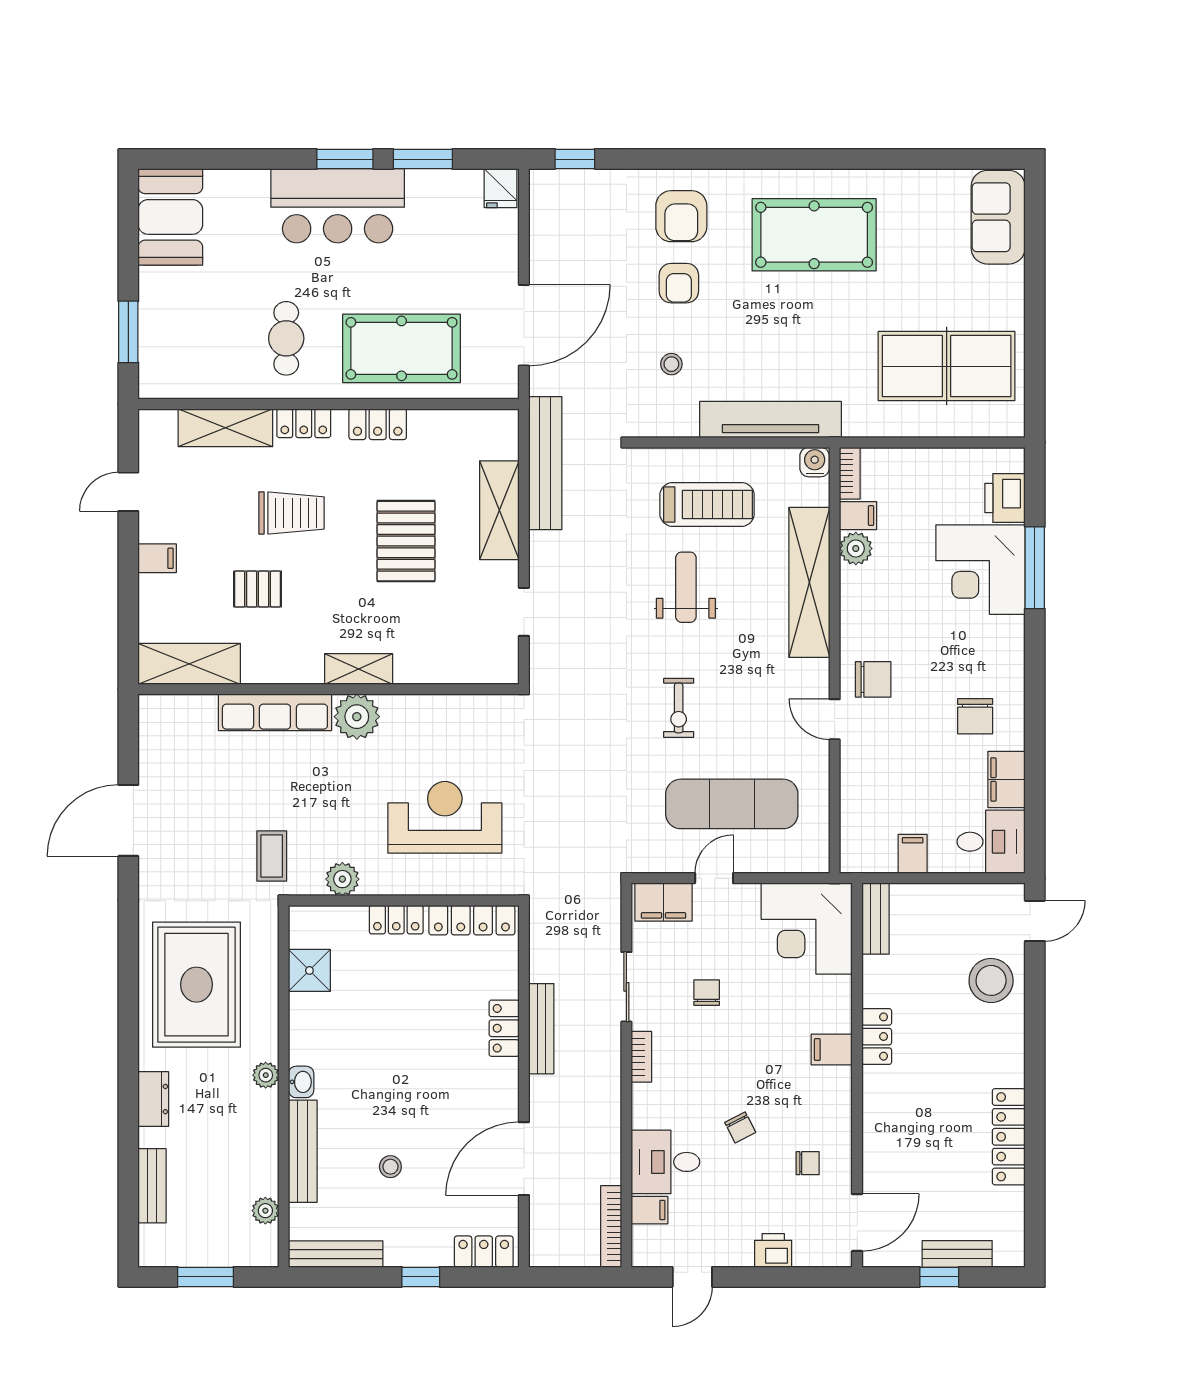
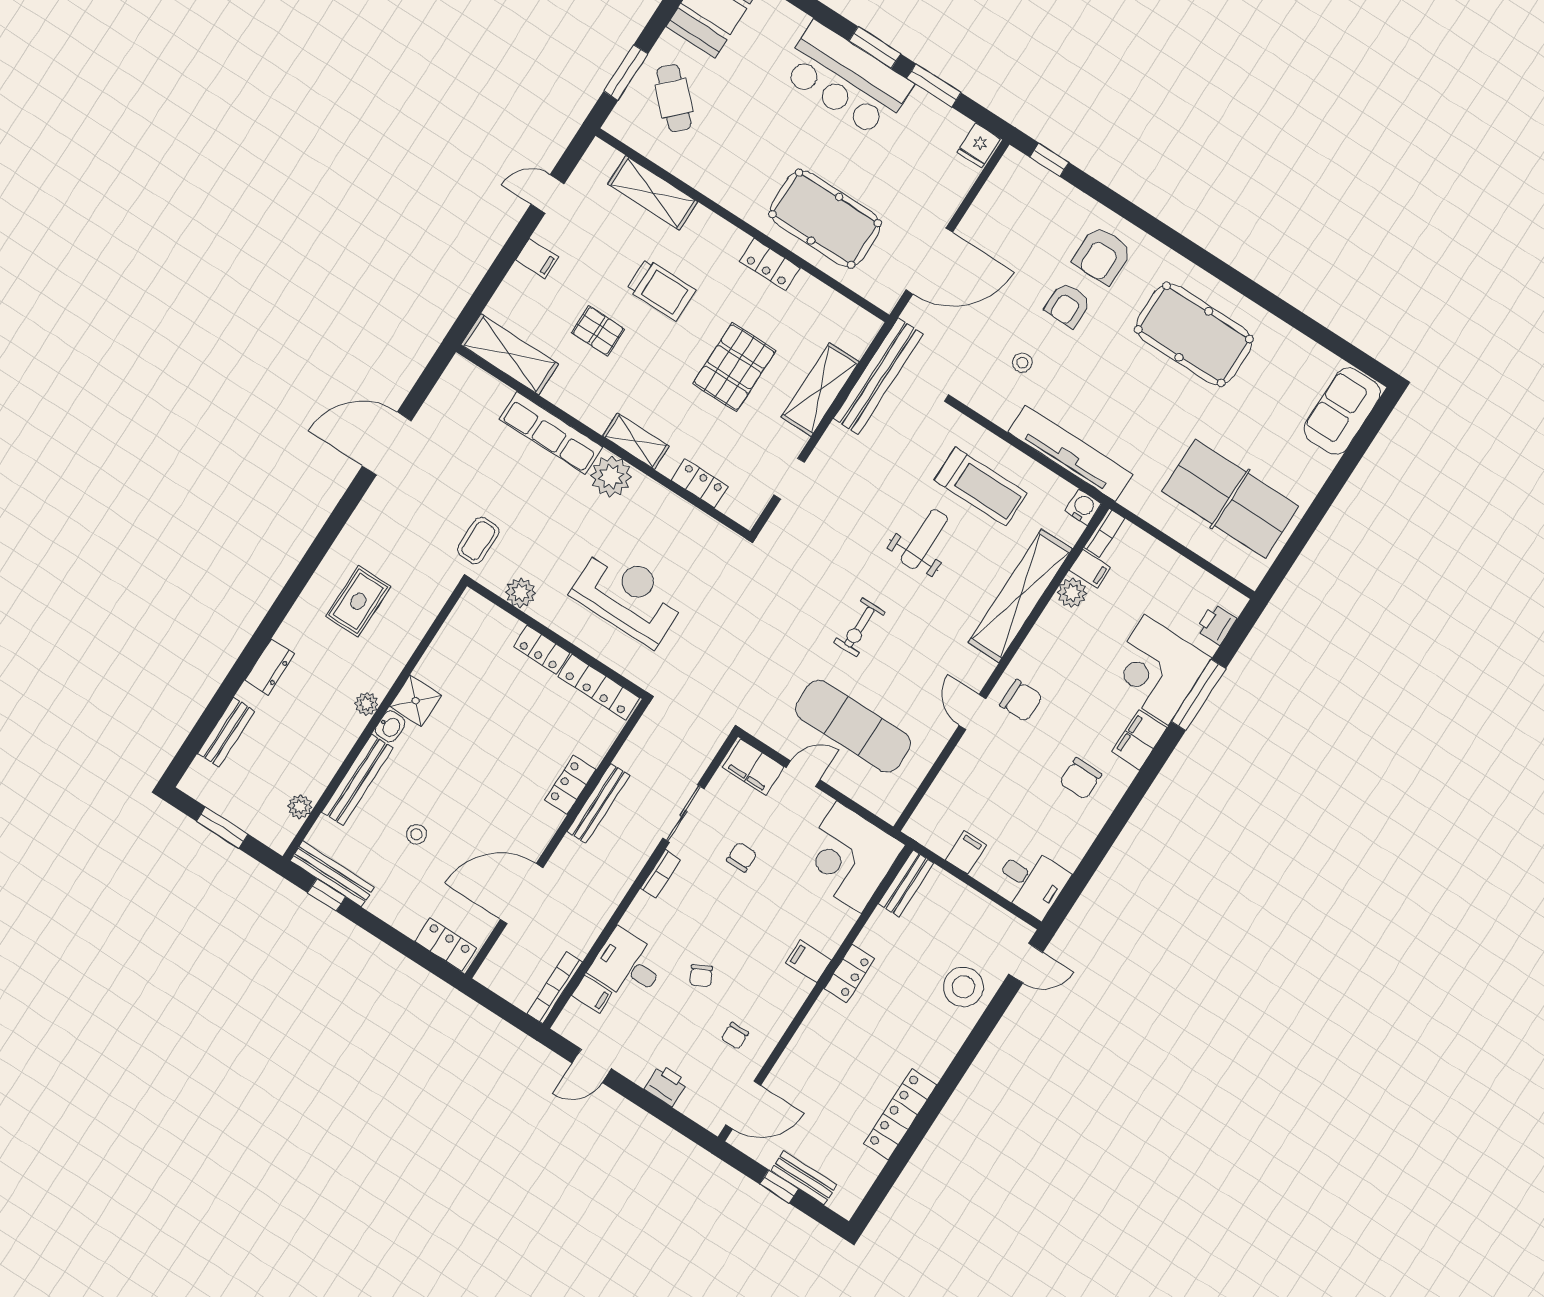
cafe table: (286, 338) -> (674, 98), moved, turned -45
locker: (304, 423) -> (700, 483), moved, turned 180
printer: (1005, 498) -> (1216, 624), width x0.73, depth x0.81
filing cabinet: (1006, 780) -> (1139, 740), moved
shower: (309, 970) -> (416, 701), moved
rug: (196, 985) -> (358, 601), width x0.54, depth x0.49
chair: (808, 1163) -> (735, 1036), turned 90
window: (421, 1277) -> (327, 895), moved

